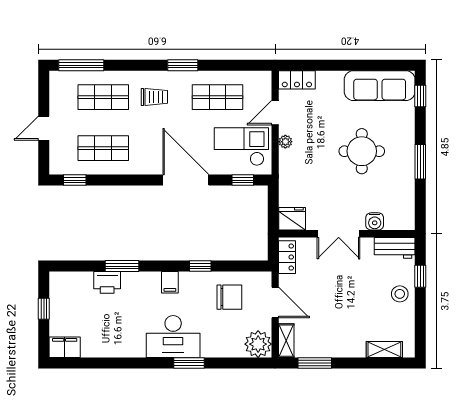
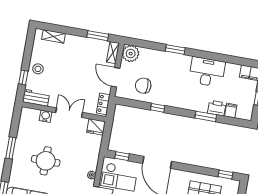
filing cabinet: (170, 282) -> (231, 111), moved
desk: (173, 336) -> (207, 72), moved

